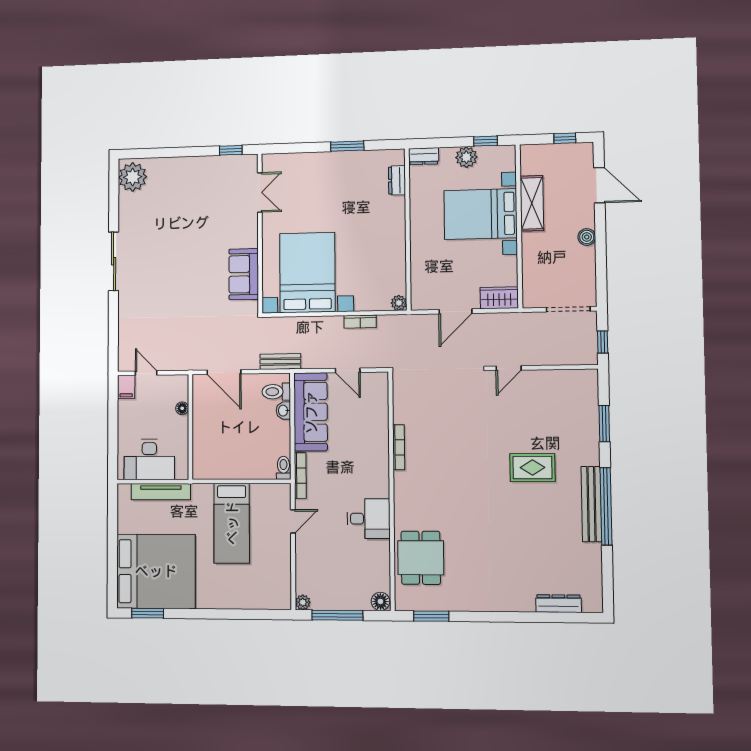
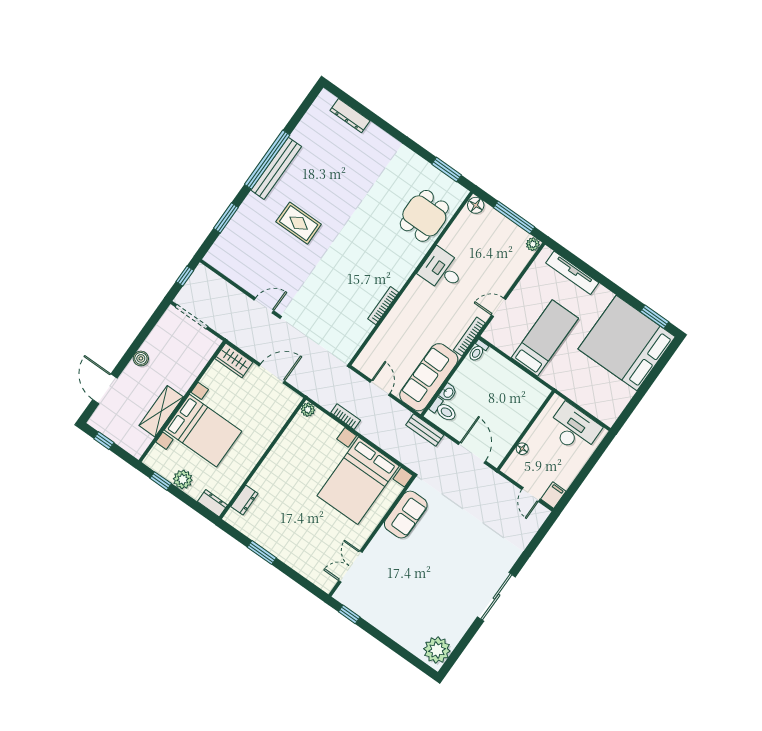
tv unit: (161, 492) -> (572, 273), moved, turned 180

